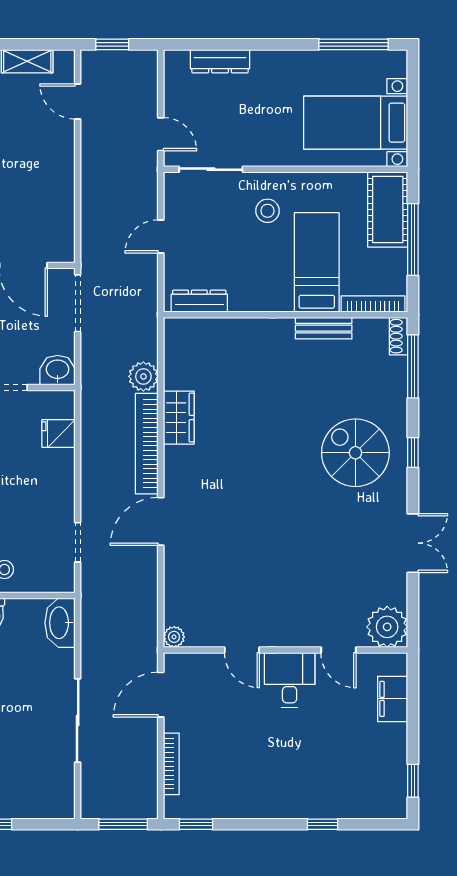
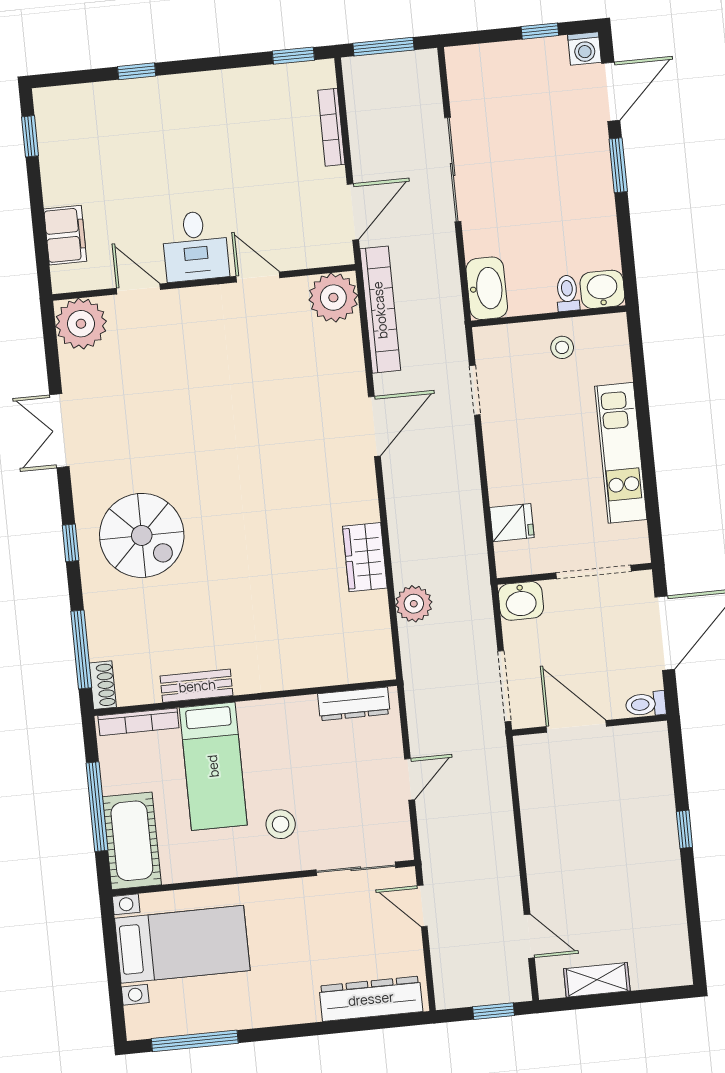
dresser: (220, 61) -> (371, 999), width x1.37, depth x1.24
bookcase: (147, 444) -> (380, 310), moved
plant: (174, 637) -> (333, 298), width x1.87, depth x1.87

